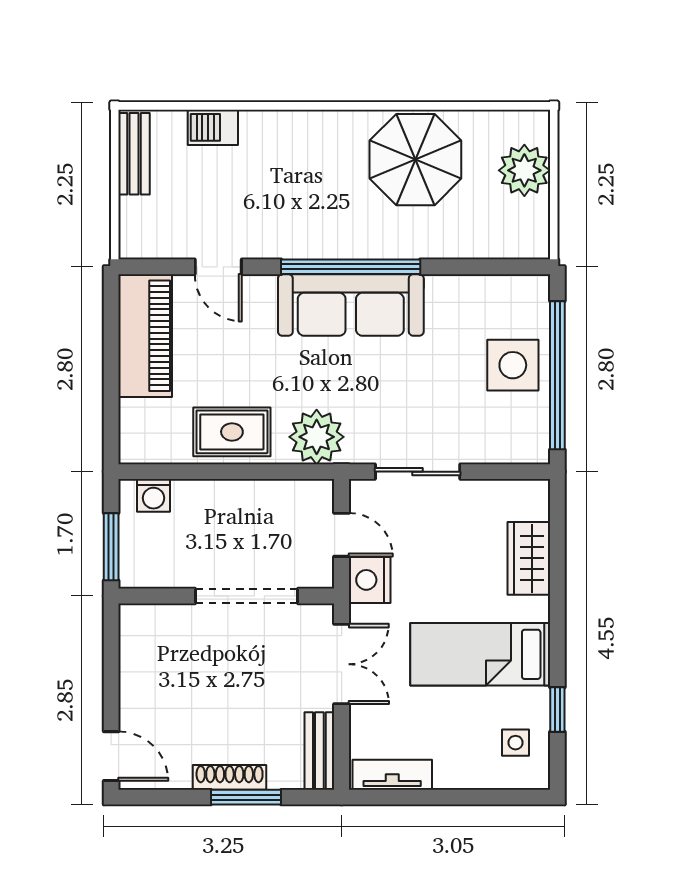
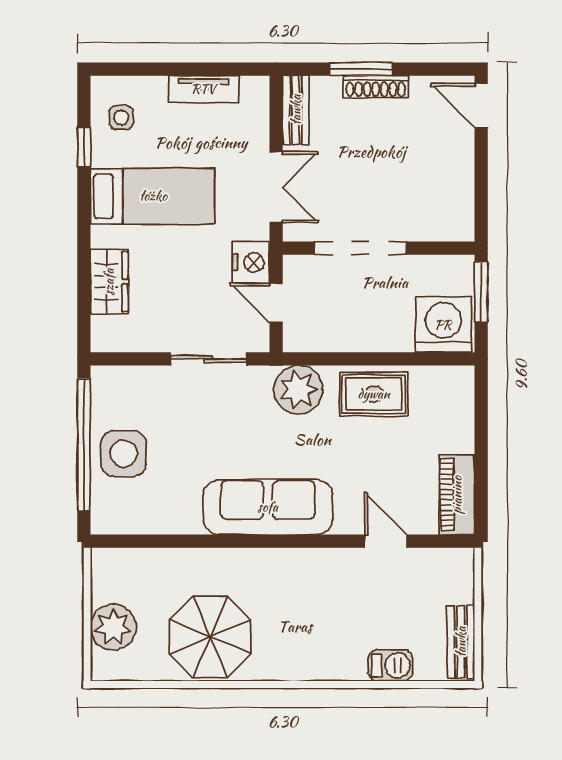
window: (351, 267) -> (268, 541), removed
piano: (145, 336) -> (457, 495), width x0.73, depth x0.75
washing machine: (153, 495) -> (443, 325), width x1.89, depth x1.89
double door: (342, 664) -> (276, 188), swing flipped
tv unit: (392, 775) -> (203, 89), moved

